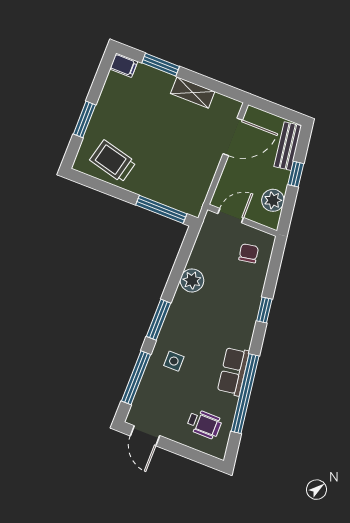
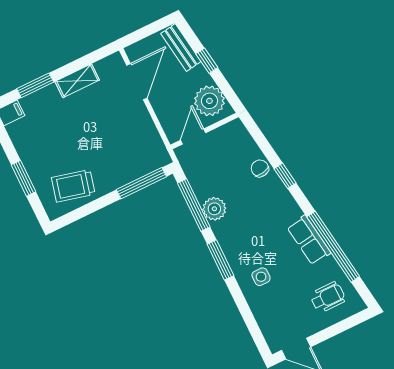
plant: (273, 200) -> (209, 101), width x1.36, depth x1.36
chair: (249, 253) -> (260, 168), moved
window: (136, 378) -> (194, 205), moved

